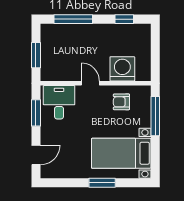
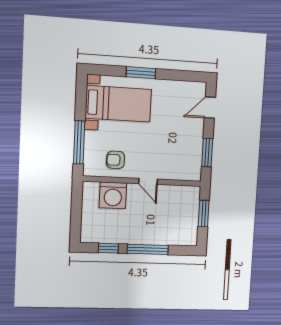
window: (73, 19) -> (148, 249), moved
desk: (59, 102) -> (182, 163), removed
armchair: (121, 102) -> (116, 160), turned 180

